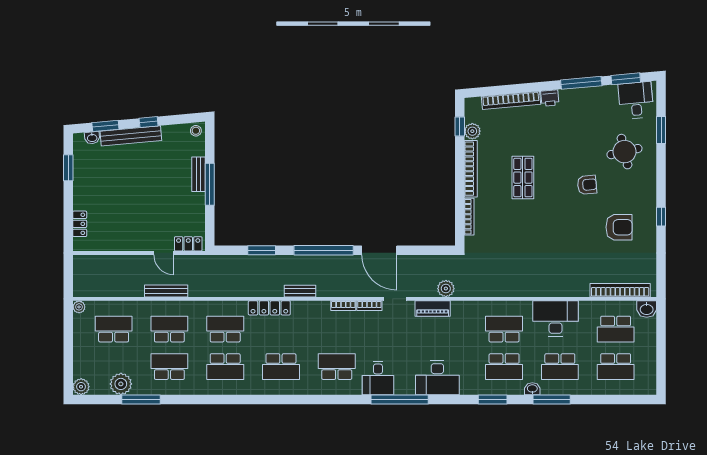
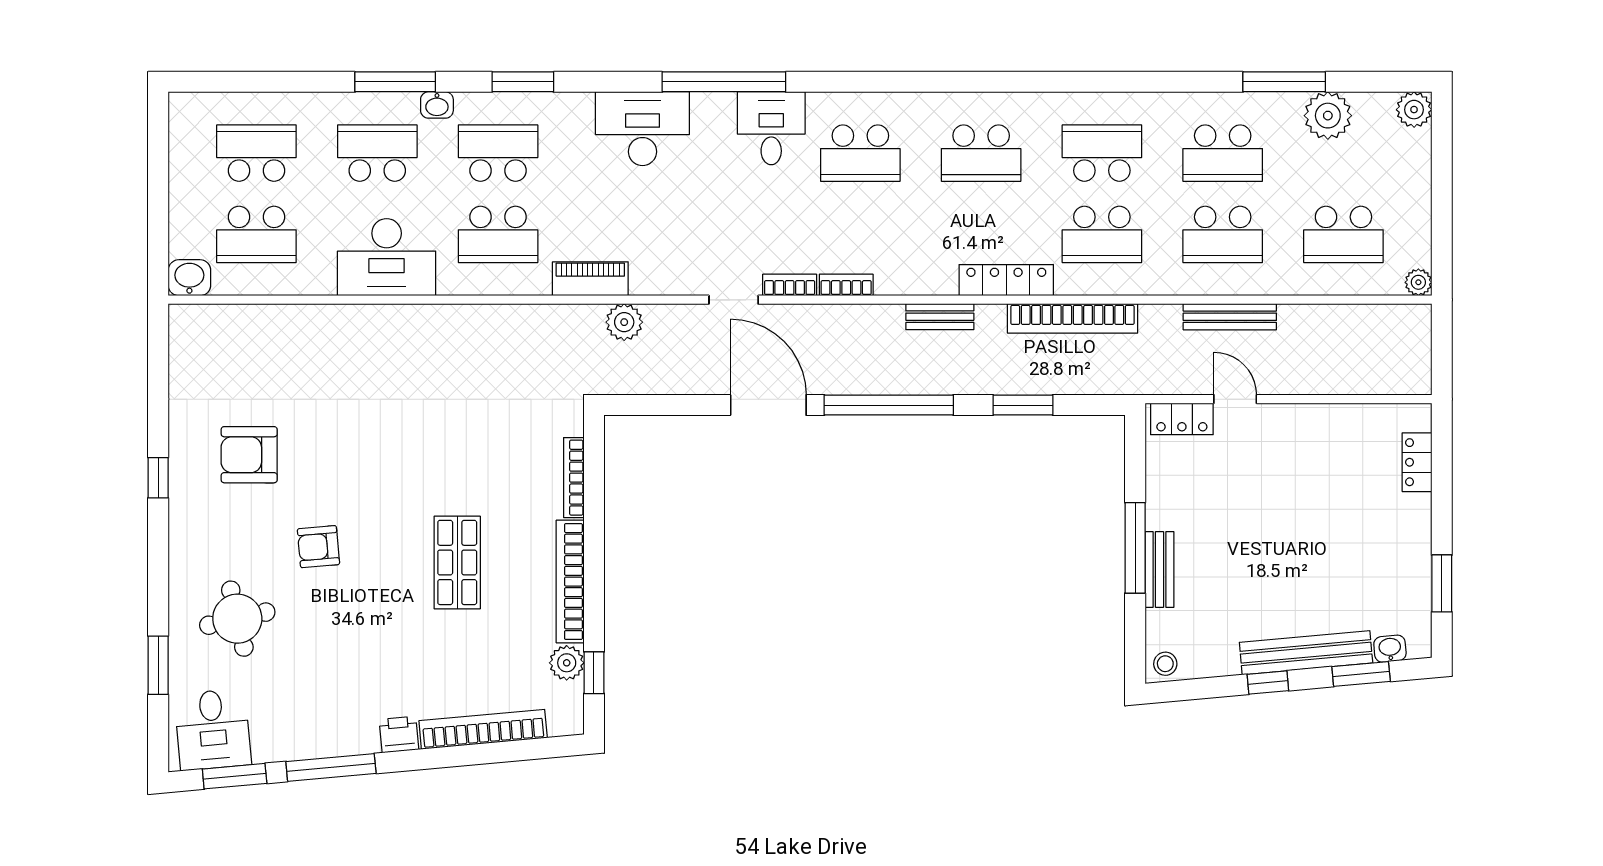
bookcase: (620, 290) -> (1072, 318), moved
piano: (433, 309) -> (590, 279), moved
school desk: (616, 329) -> (256, 234), turned 180
school desk: (281, 367) -> (981, 153), turned 180

